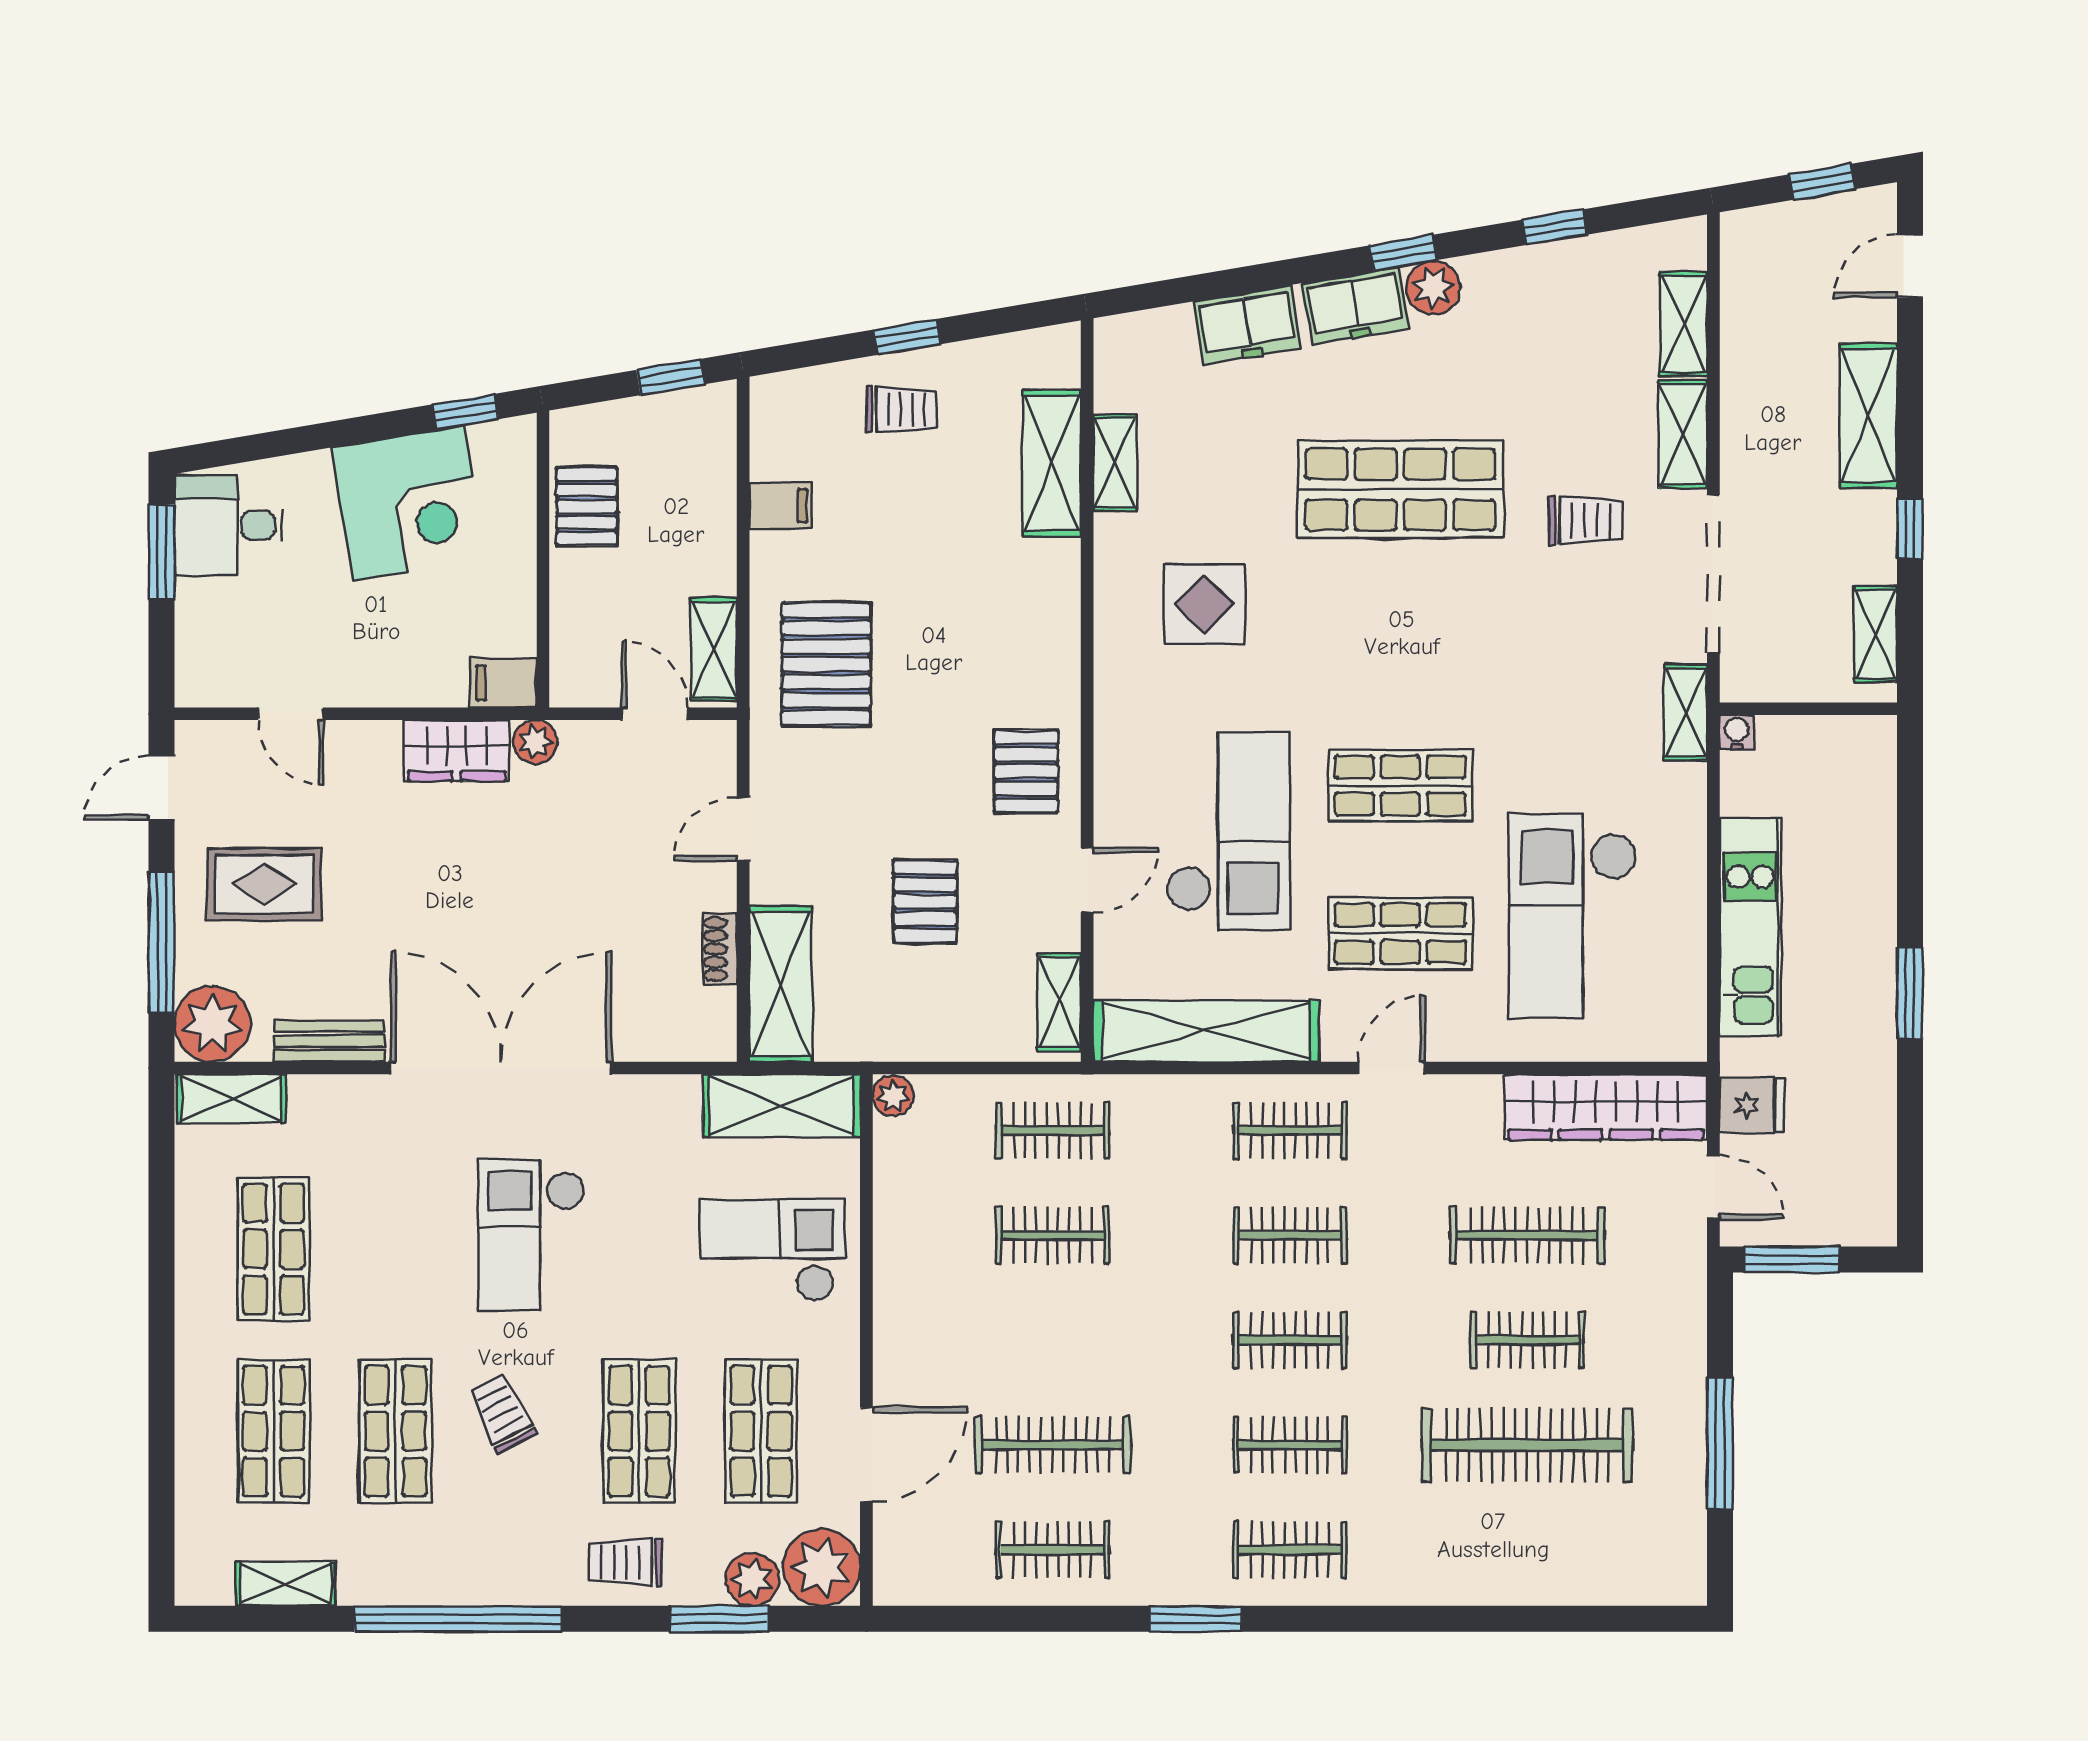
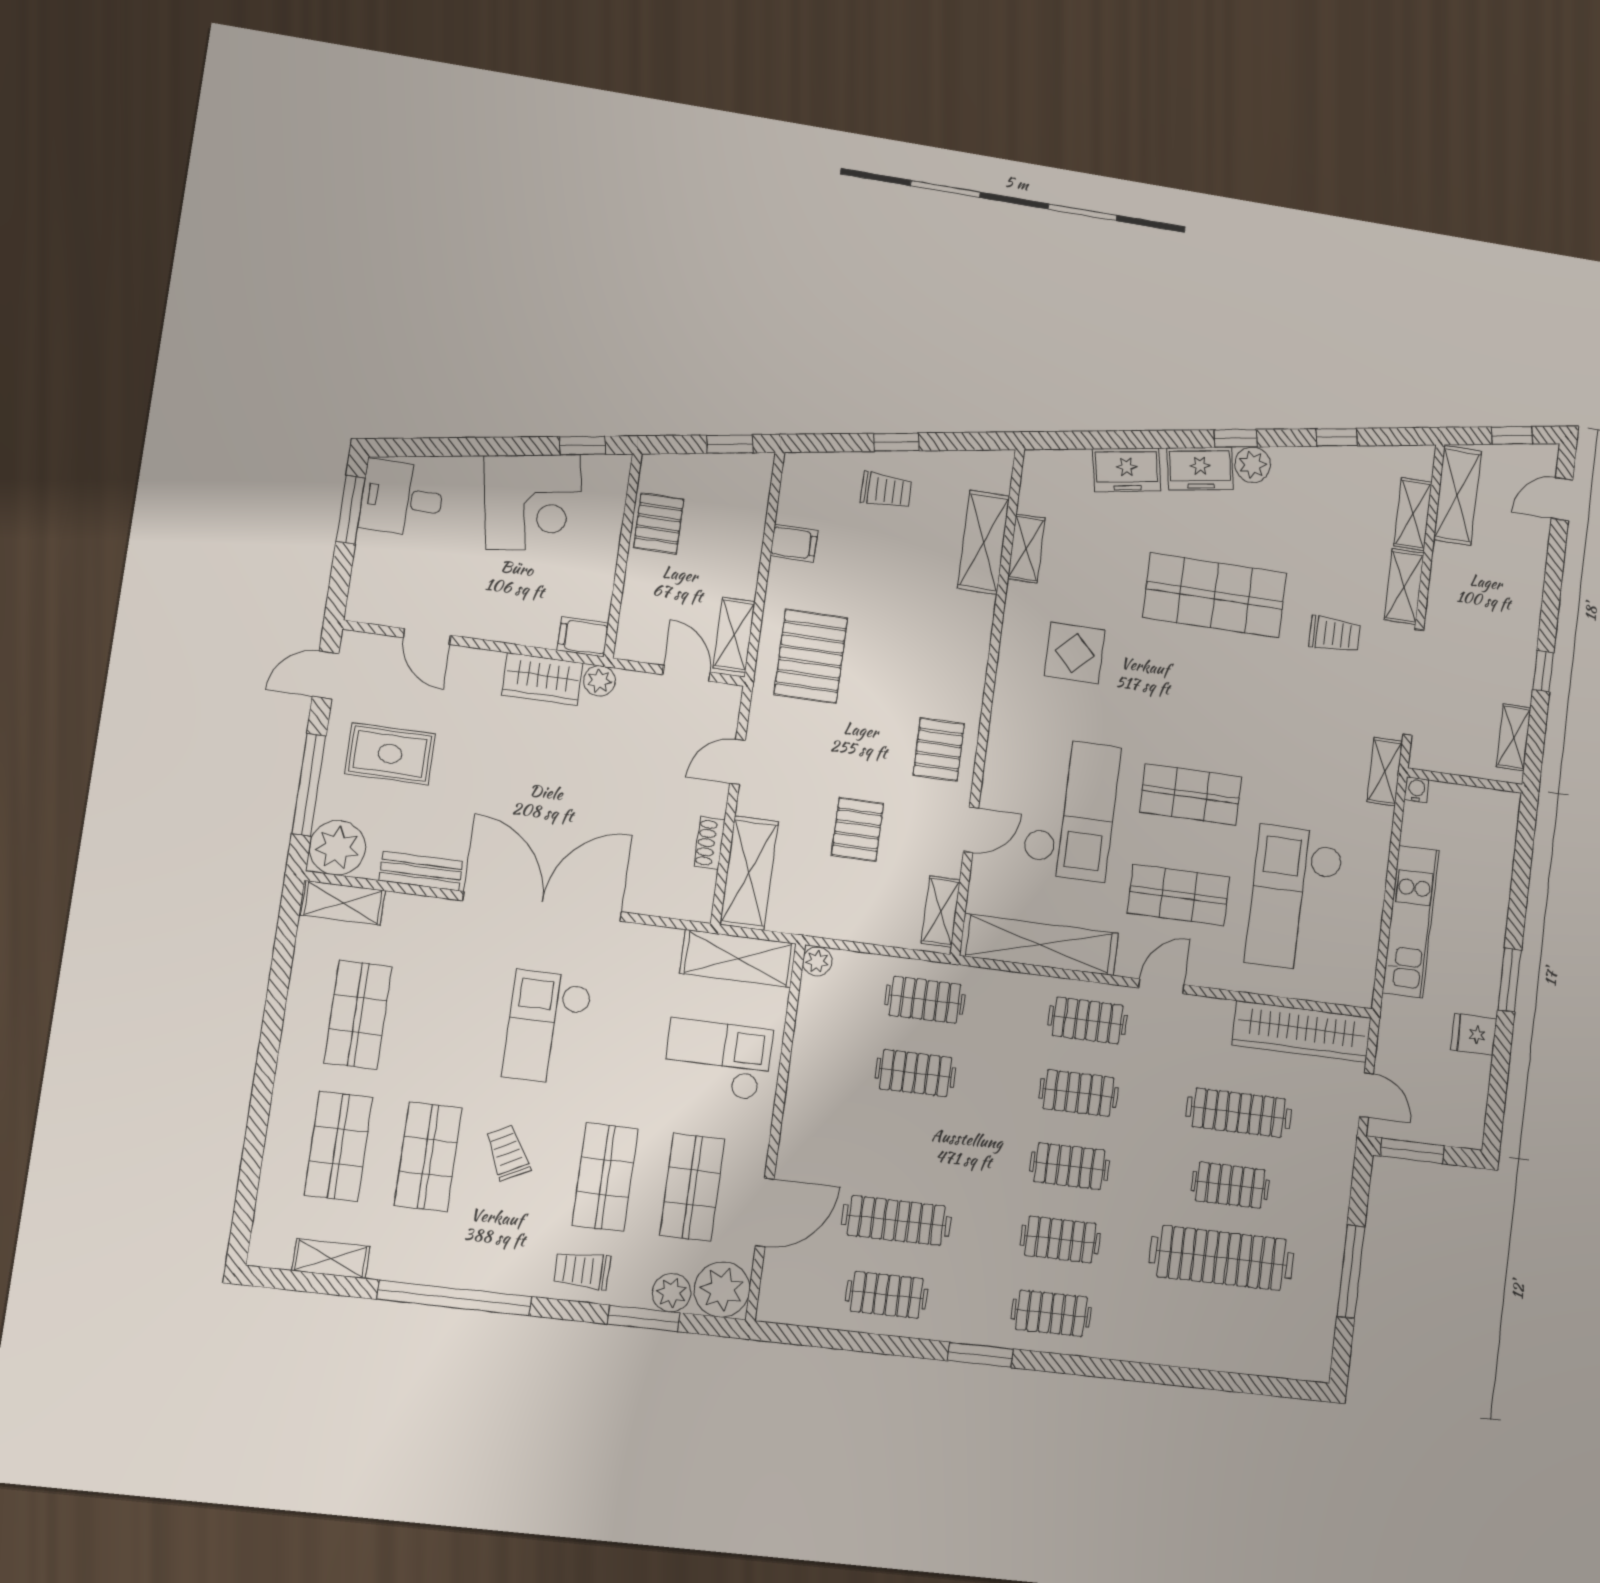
shelving: (1868, 416) -> (1457, 495), moved
fridge: (1752, 1105) -> (1474, 1034), moved, turned 180

